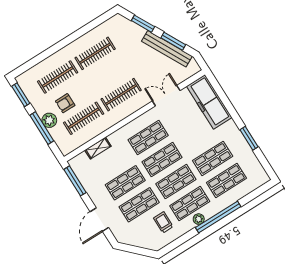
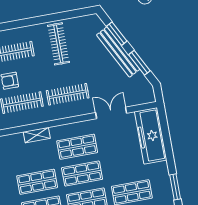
bench: (167, 49) -> (118, 52), moved
clothes rail: (95, 53) -> (58, 44), turned 90
shelving: (98, 148) -> (37, 135), moved

